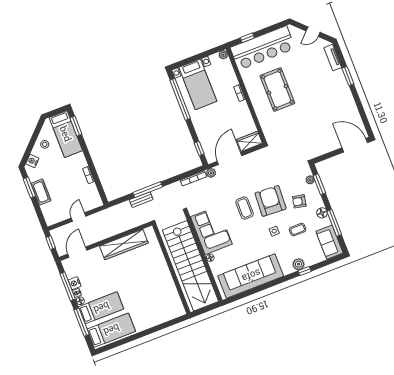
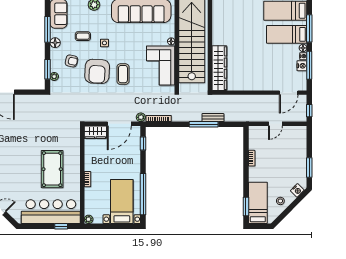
cot: (41, 192) -> (301, 159), removed
wardrobe: (124, 245) -> (219, 68), moved, turned 90

